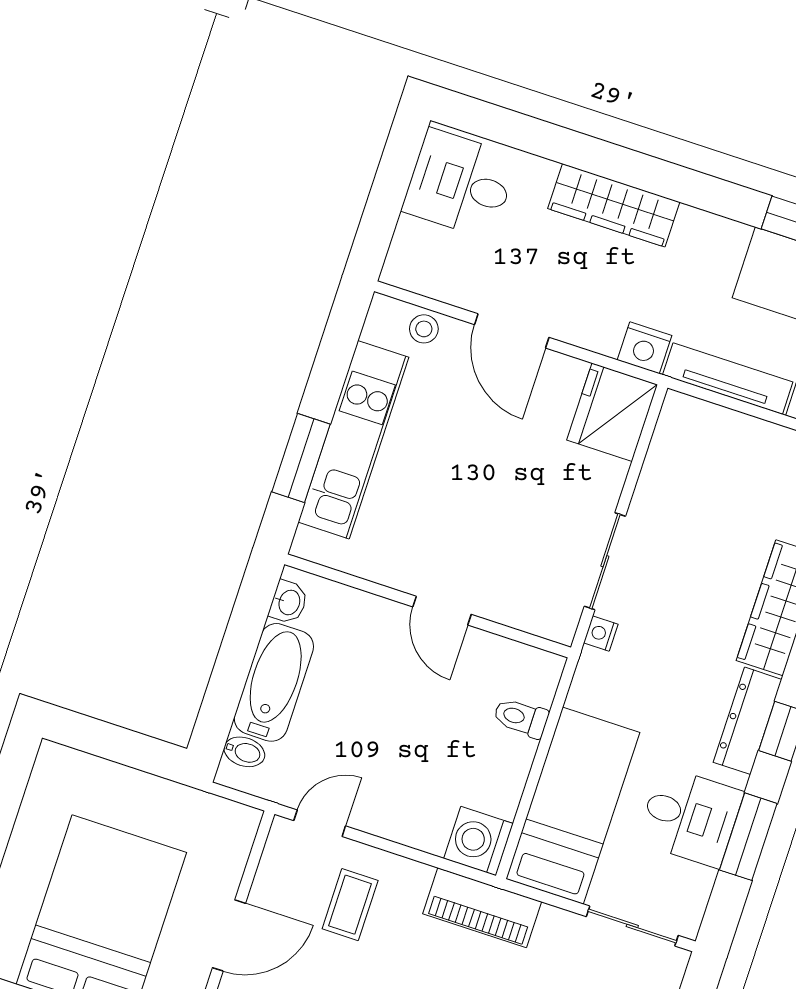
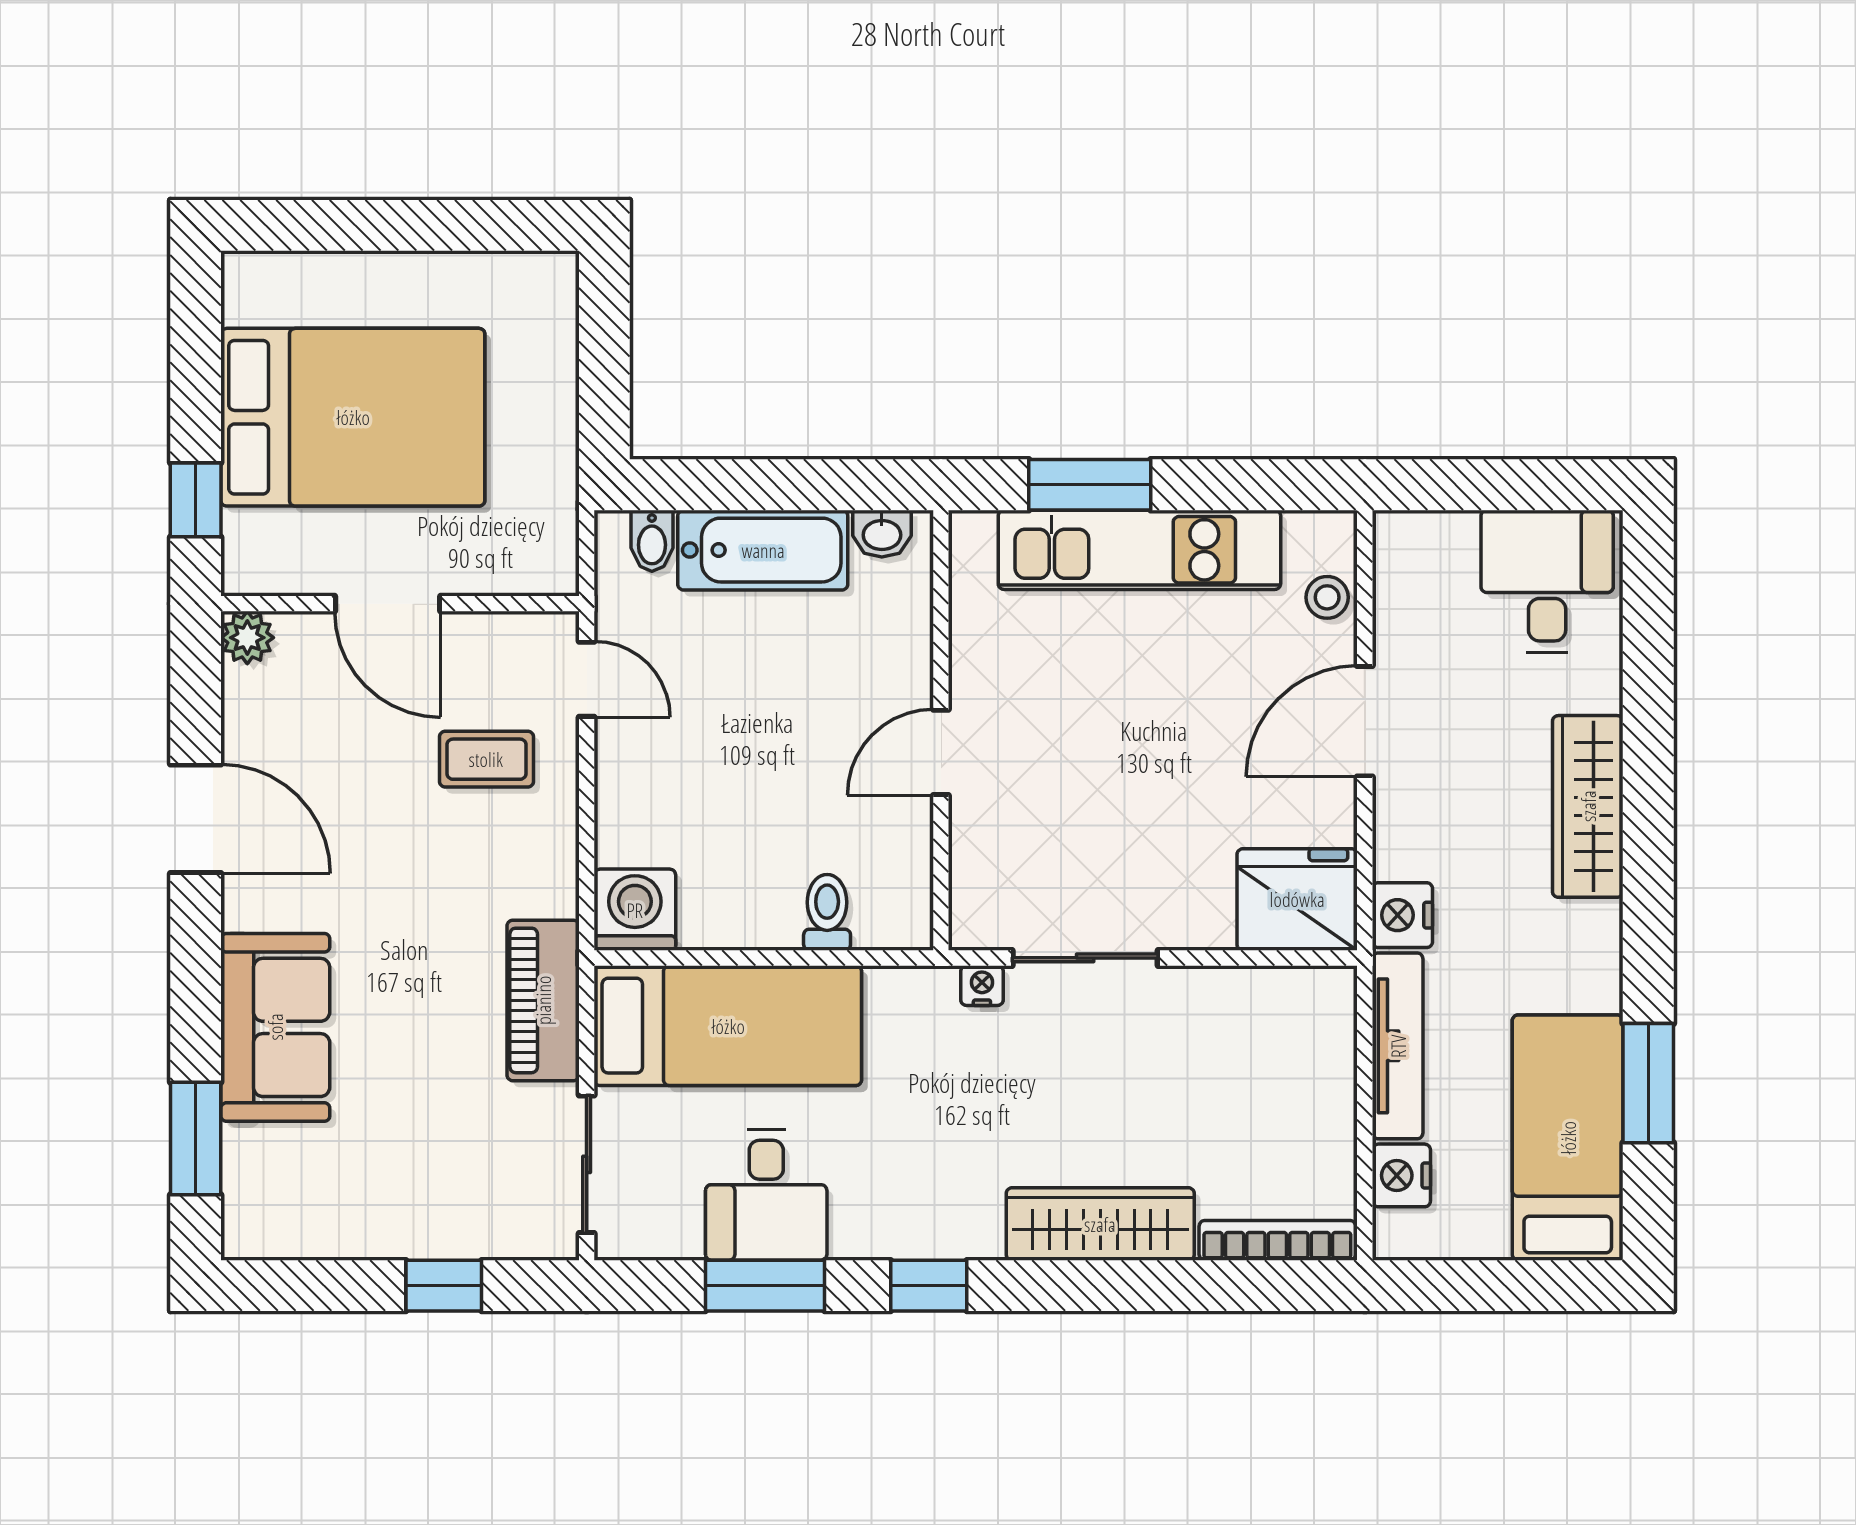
dresser: (748, 721) -> (927, 1231), removed
piano: (482, 908) -> (543, 1000), moved

